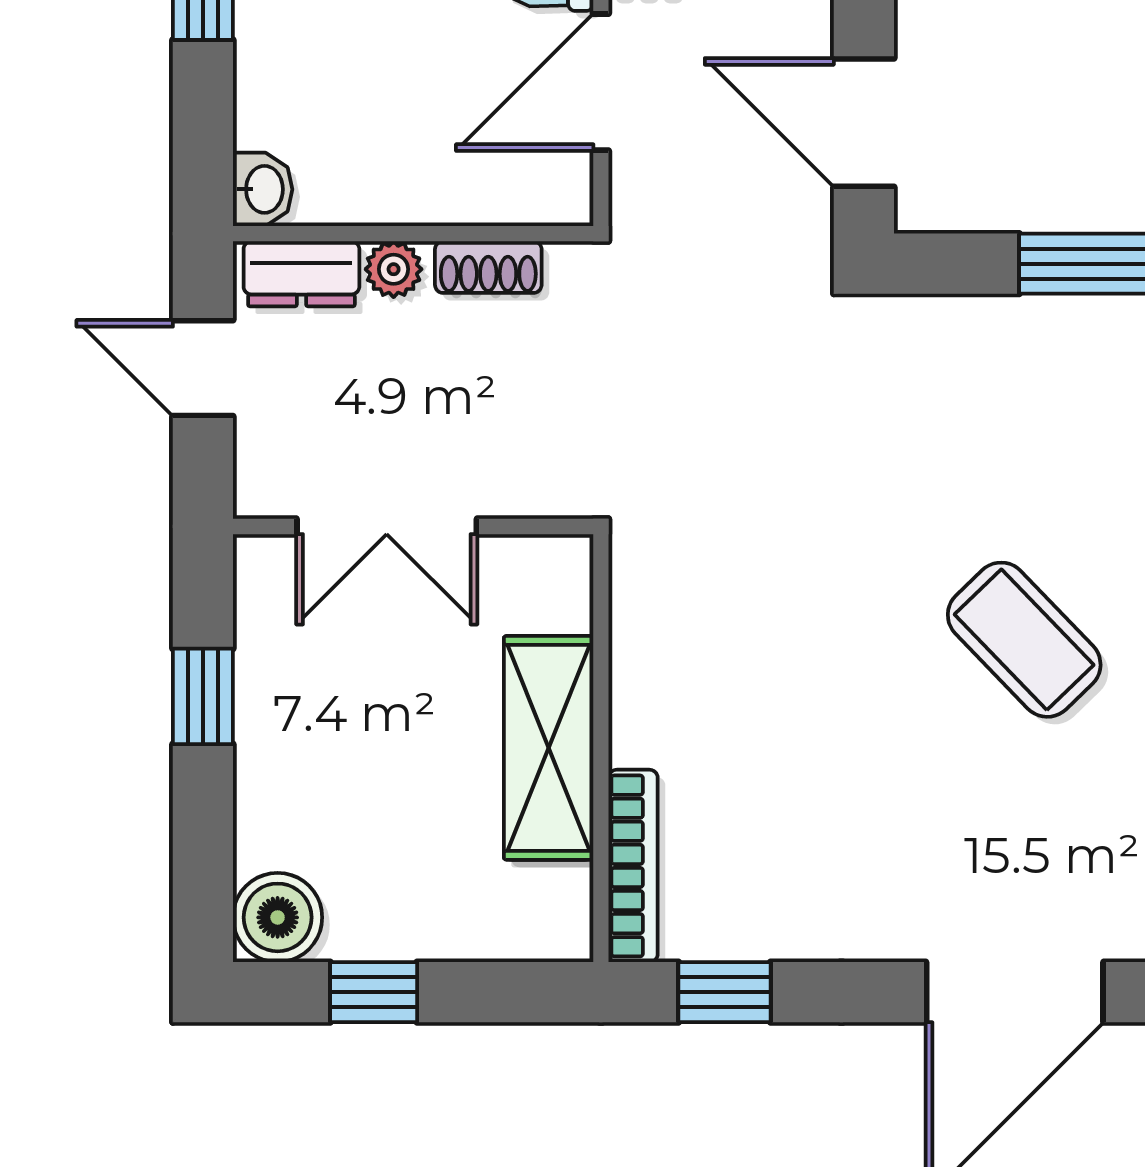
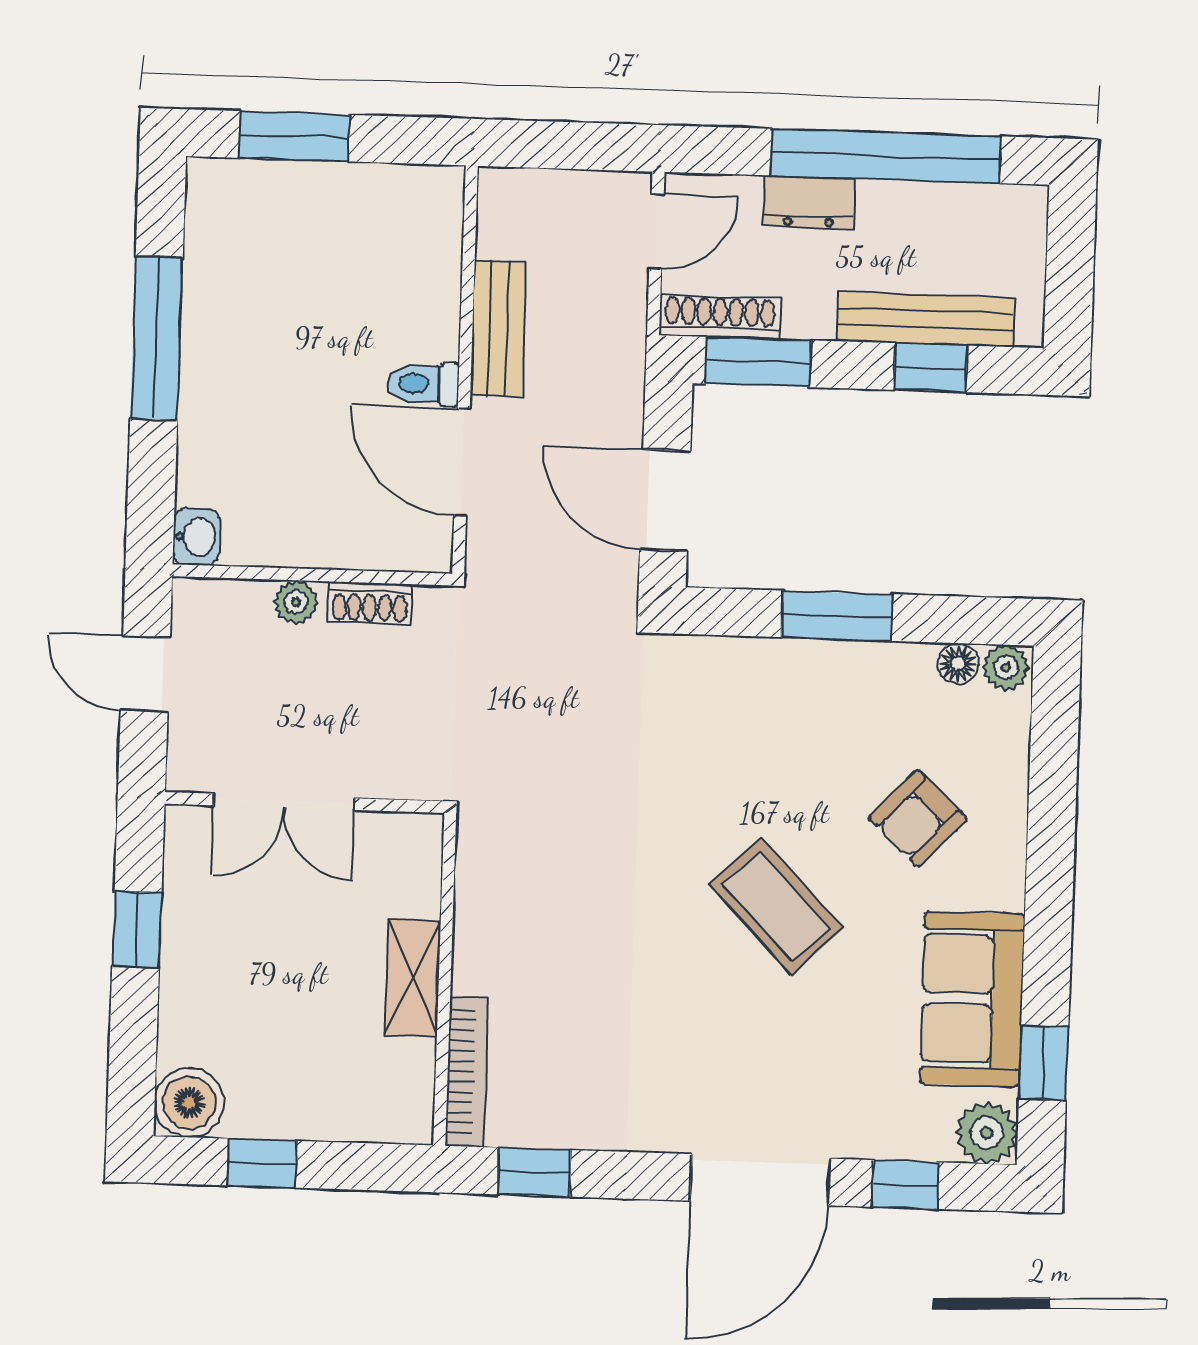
door: (601, 82) -> (462, 462), hinge flipped
dresser: (301, 274) -> (224, 603), removed
shelving: (549, 748) -> (413, 978), width x0.67, depth x0.75

